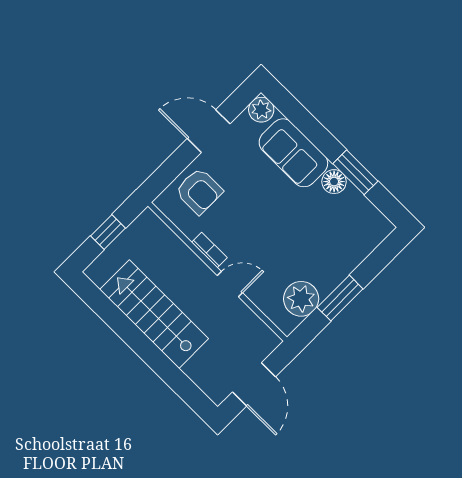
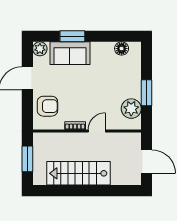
window: (355, 172) -> (72, 36), moved
floor lamp: (334, 182) -> (122, 49), moved
window: (108, 232) -> (27, 159), width x1.50

